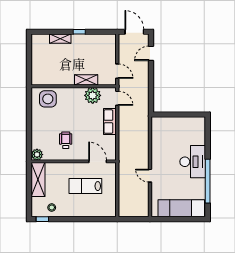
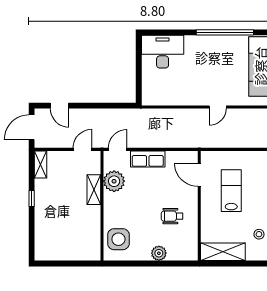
shelving: (60, 39) -> (41, 164), moved
plant: (37, 155) -> (159, 253), moved
door: (98, 161) -> (199, 175), hinge flipped
desk: (193, 162) -> (163, 52), moved
lab bench: (85, 186) -> (231, 191), turned 180

